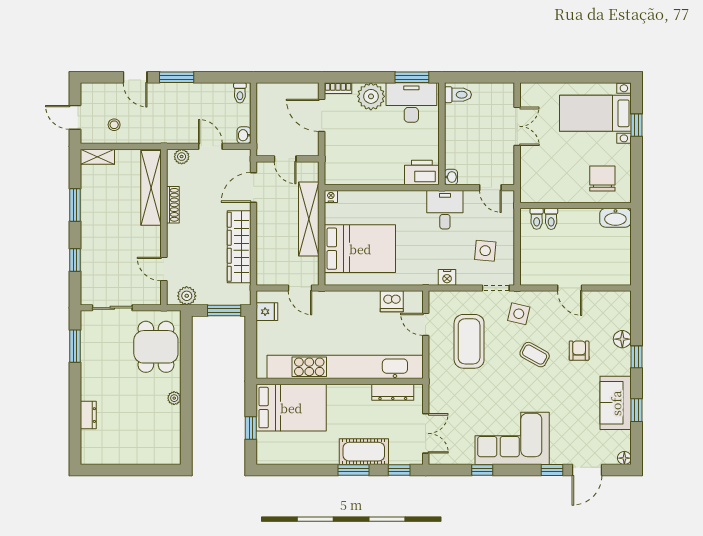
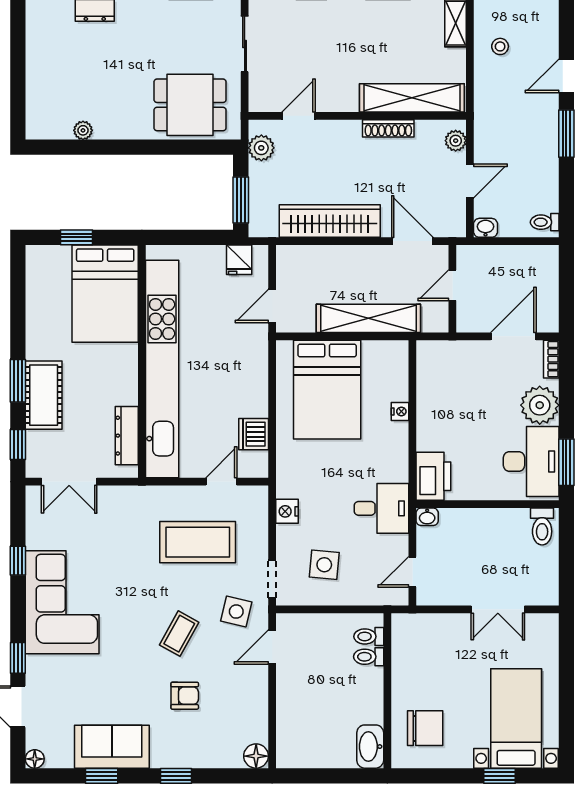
nightstand: (331, 196) -> (400, 411), moved
door: (570, 288) -> (272, 647), moved
floor lamp: (622, 339) -> (256, 756), moved
plant: (174, 398) -> (83, 130), moved

